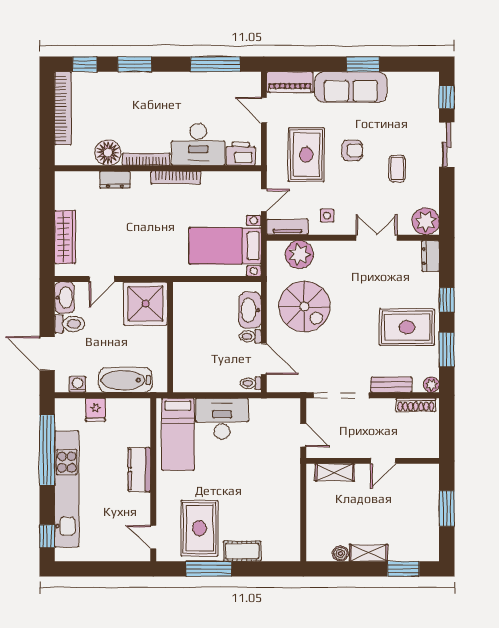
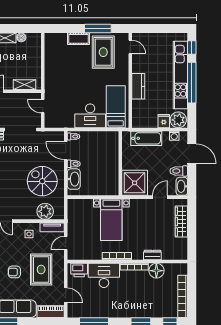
bed with nightstands: (225, 246) -> (111, 220), moved, turned 90
plant: (70, 412) -> (178, 120), added
window: (47, 450) -> (192, 83), moved

